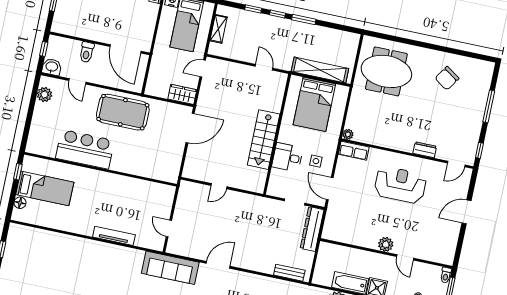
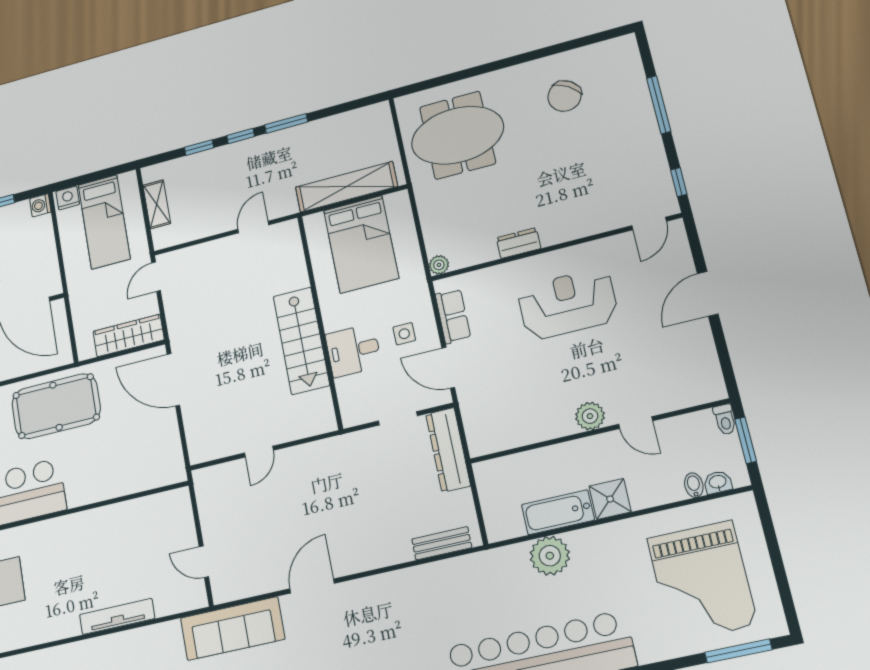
door: (264, 67) -> (253, 227), hinge flipped
wardrobe: (182, 94) -> (129, 335), width x1.50
door: (190, 128) -> (173, 380), swing flipped
dresser: (425, 150) -> (519, 243), moved
row of seats: (354, 151) -> (453, 316), moved, turned -90

